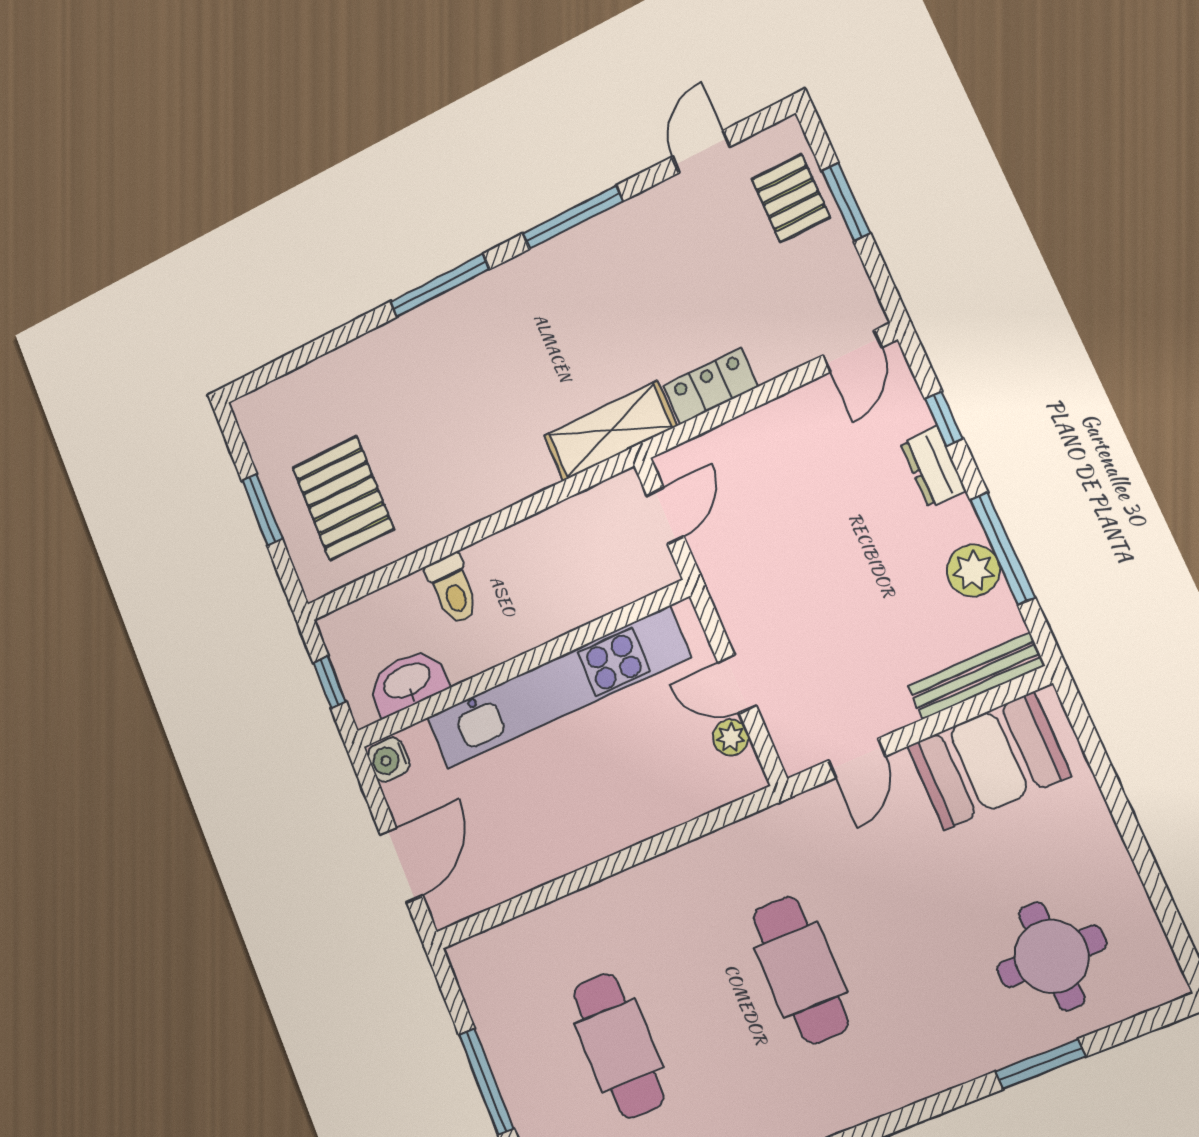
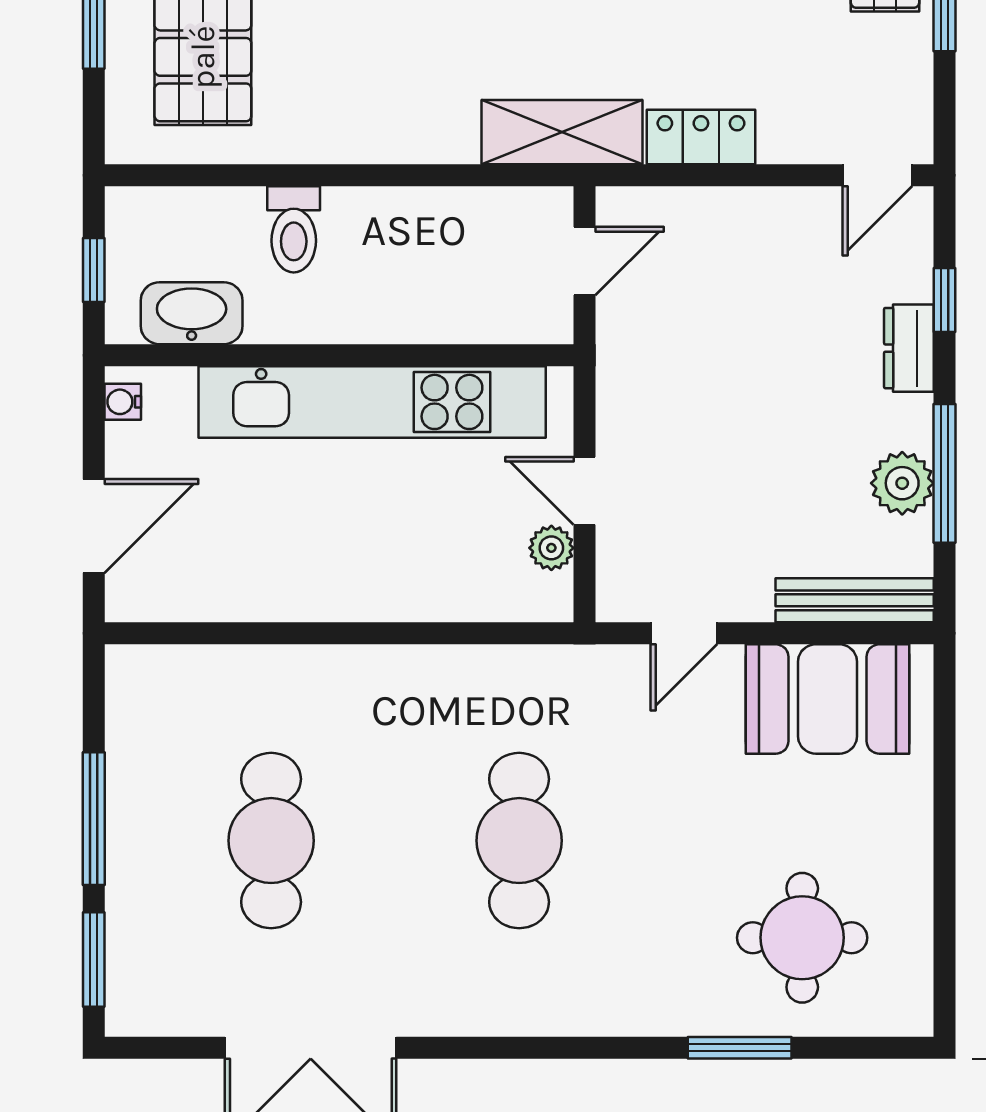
water cooler: (389, 760) -> (123, 402), width x0.72, depth x0.72

